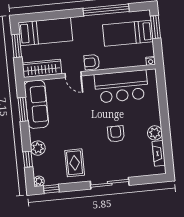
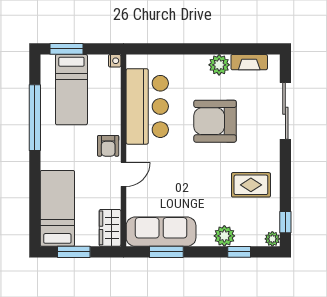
wardrobe: (42, 68) -> (110, 228), width x0.67
armchair: (116, 134) -> (215, 121), width x1.88, depth x1.88
sliding door: (110, 183) -> (285, 111), moved

